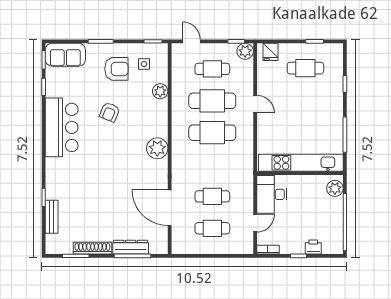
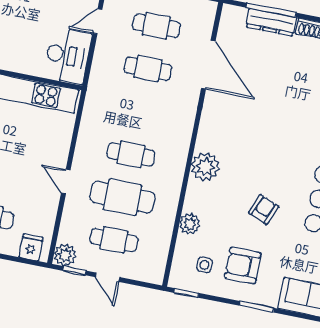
door: (191, 41) -> (107, 277), moved
cafe table: (212, 133) -> (131, 154), width x0.73, depth x0.74
plant: (157, 148) -> (205, 167), moved

